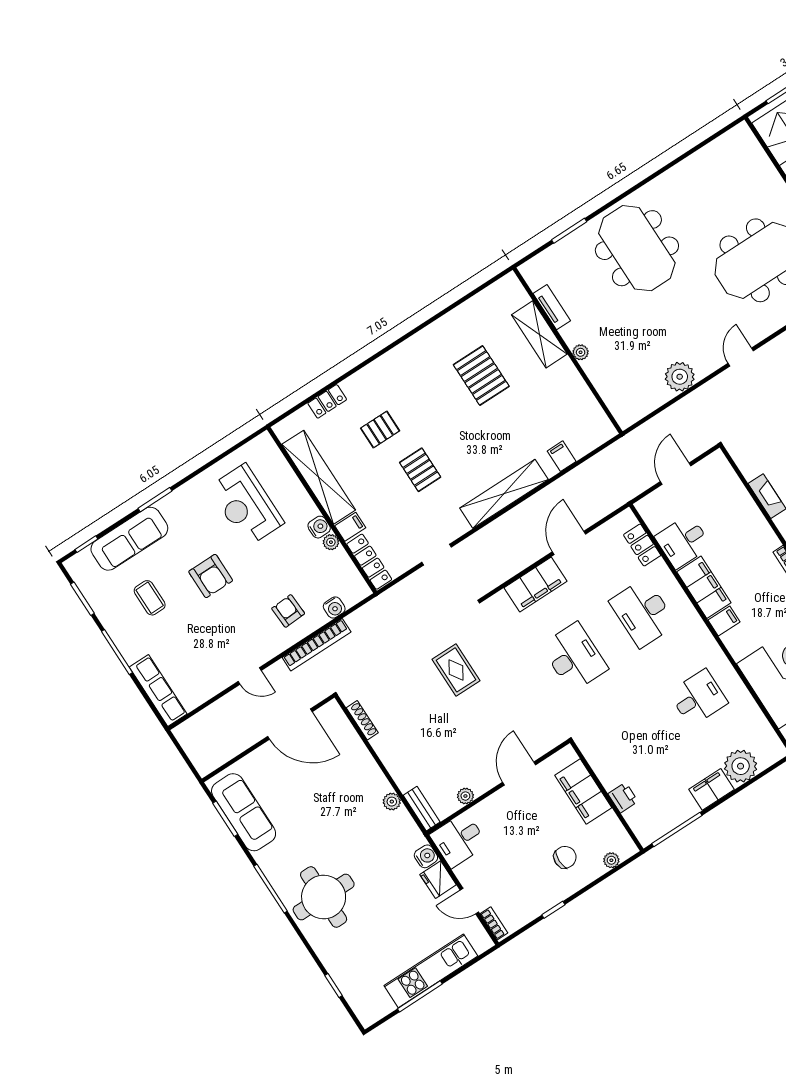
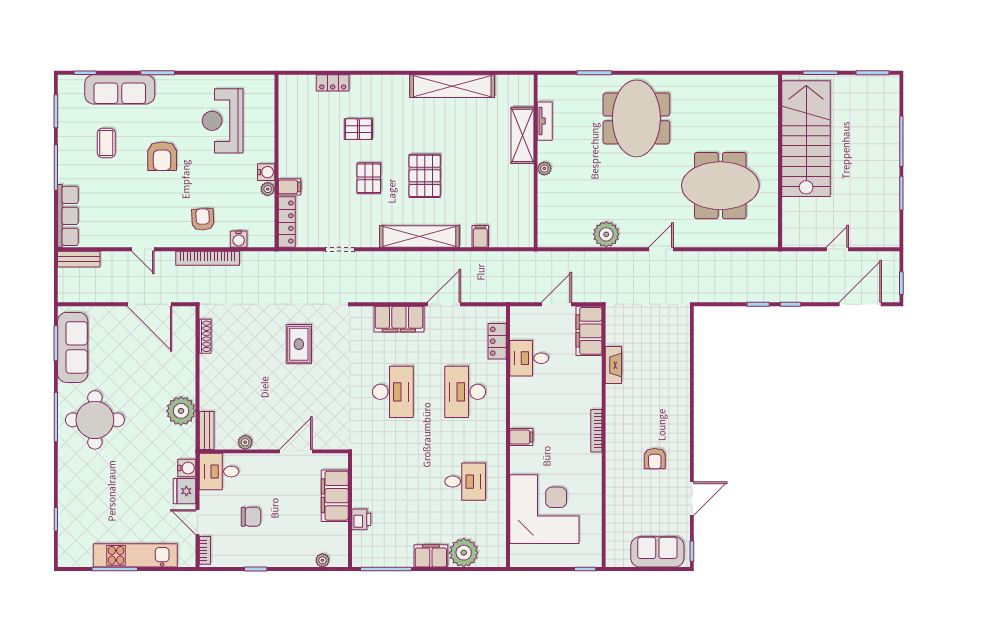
pallet: (481, 376) -> (425, 176), moved
shelving: (319, 477) -> (452, 86), moved, turned 90
filing cabinet: (704, 587) -> (589, 331), moved, turned 180
bench: (195, 725) -> (79, 259), added
plant: (392, 802) -> (181, 411), width x1.88, depth x1.88
chair: (565, 857) -> (251, 517), moved
round table: (324, 897) -> (95, 420), moved

